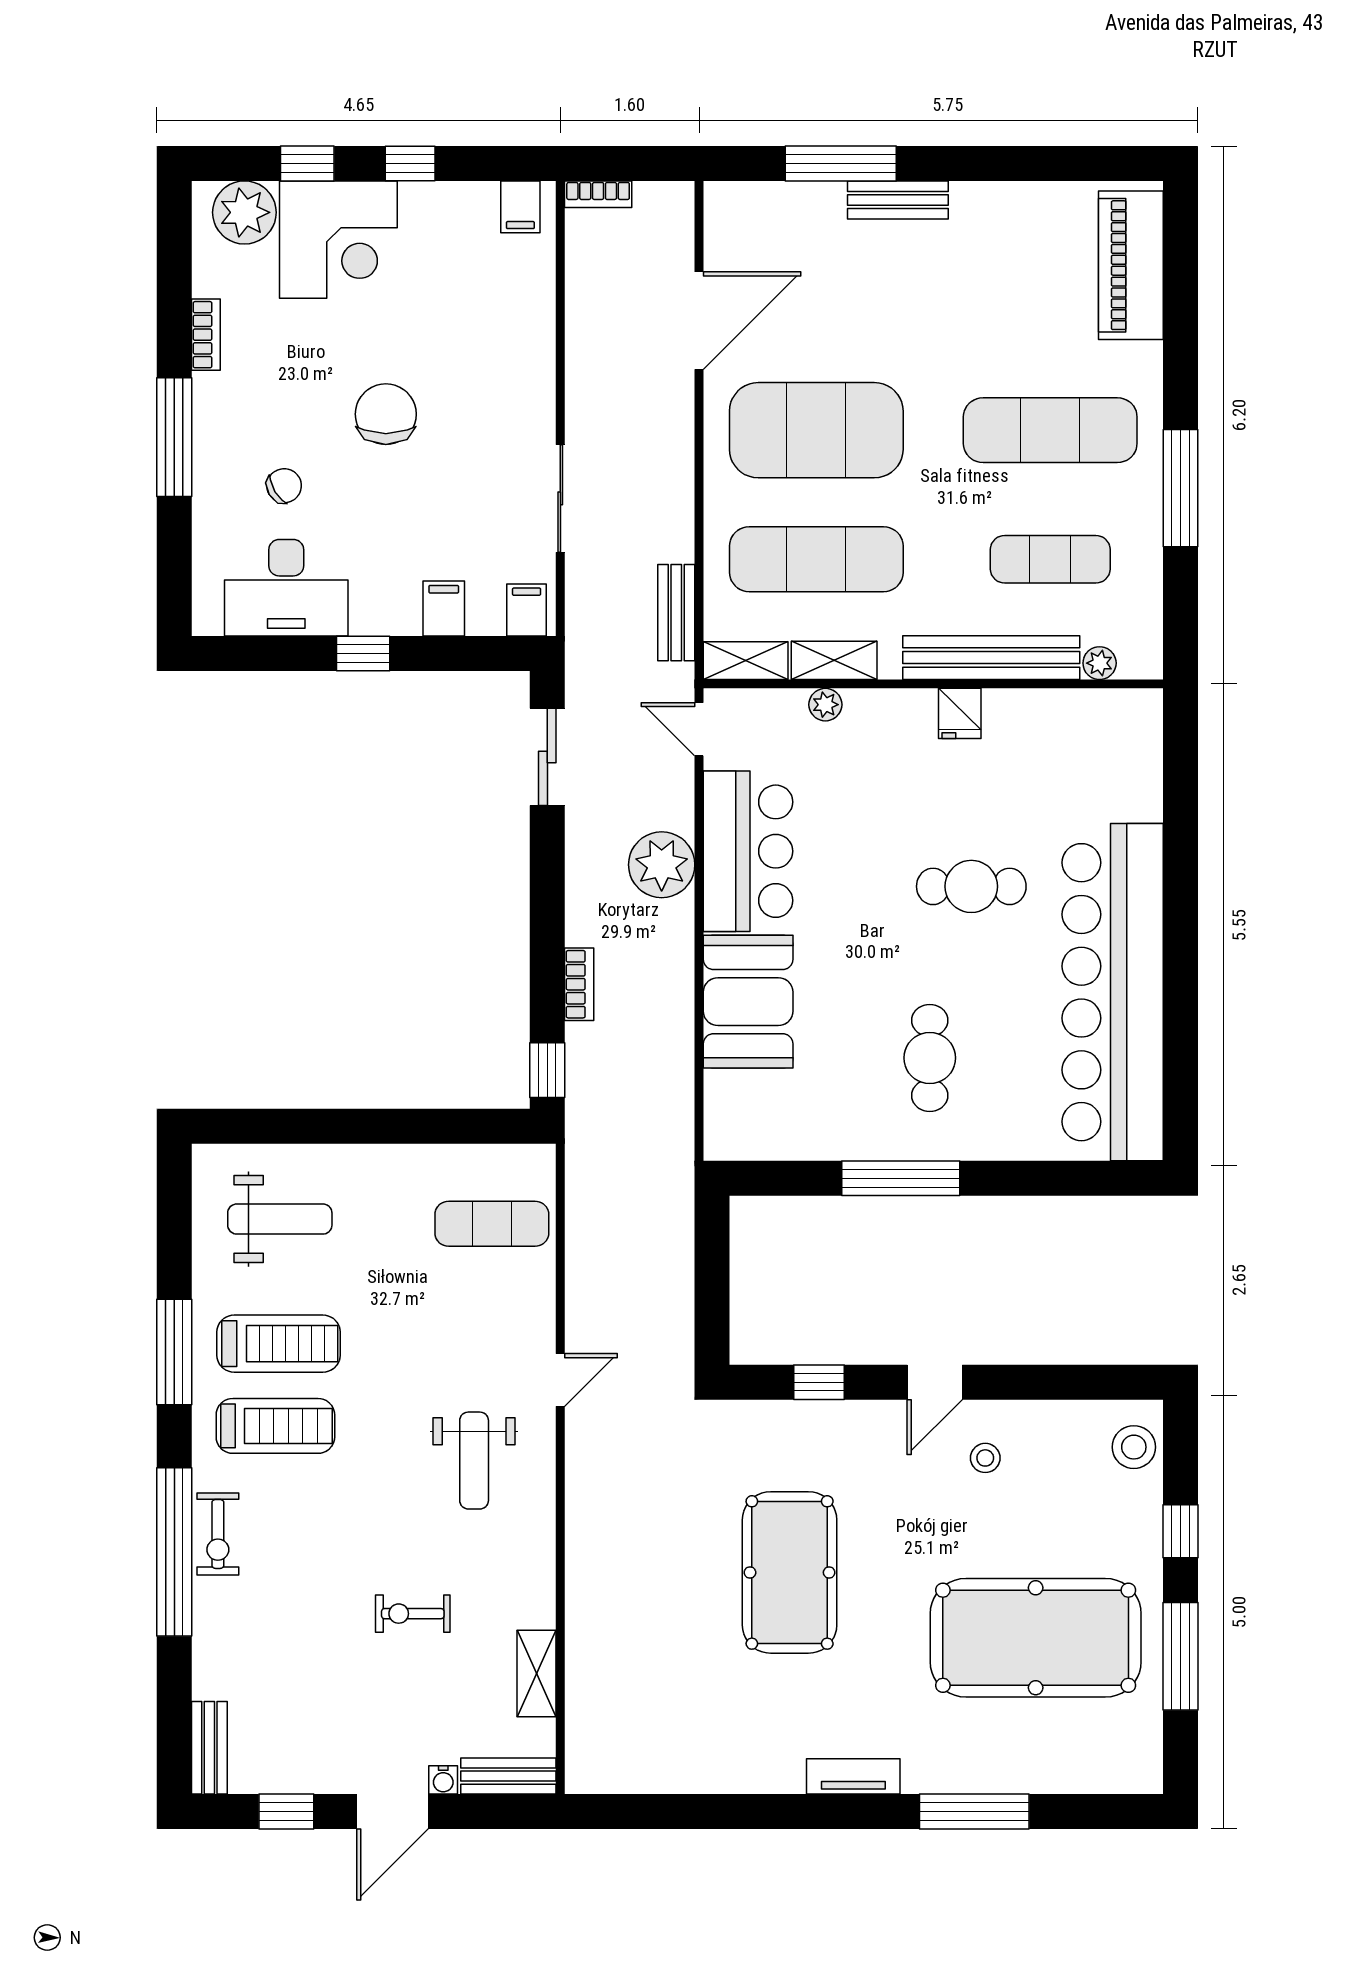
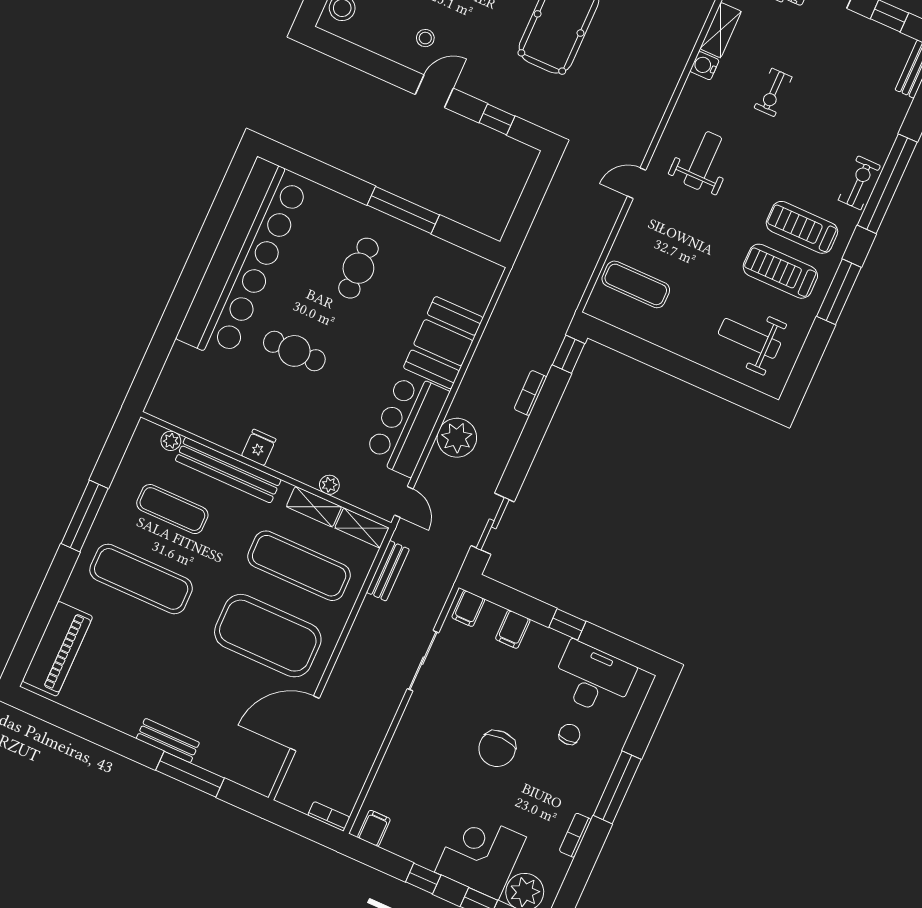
chair: (284, 486) -> (569, 734), turned 121
water cooler: (537, 1608) -> (704, 66), added
exercise bike: (413, 1614) -> (773, 92), turned 90

